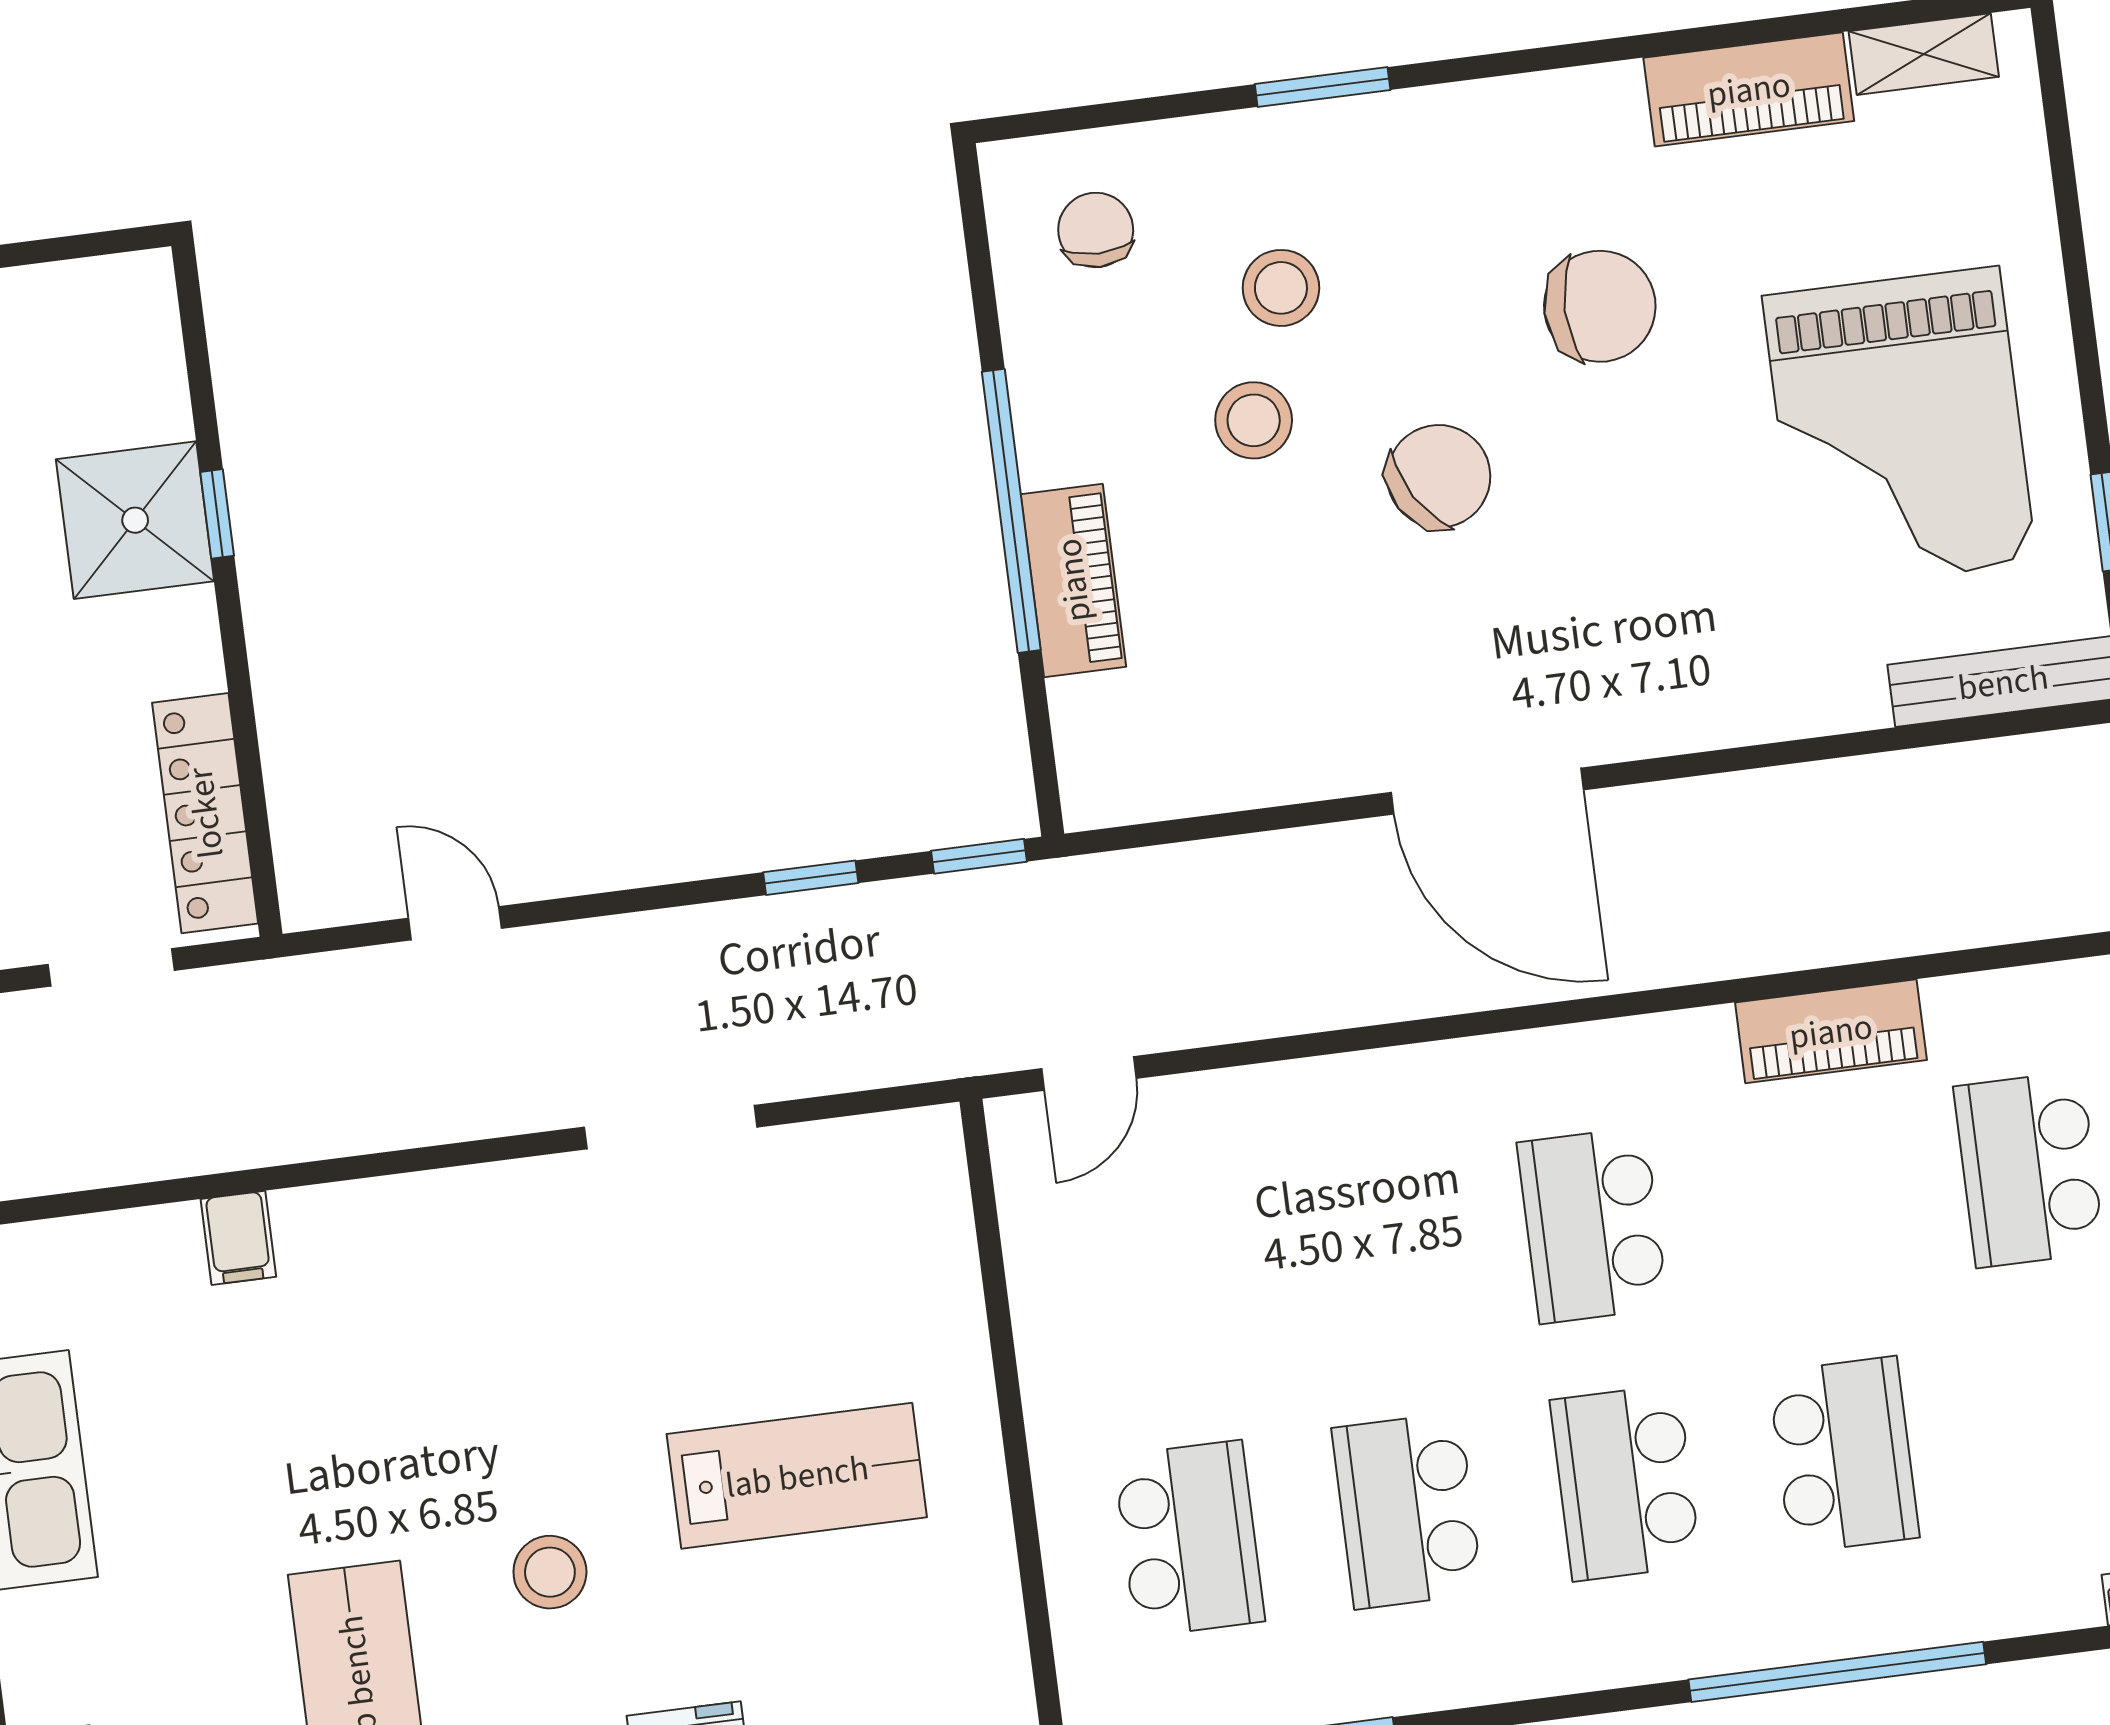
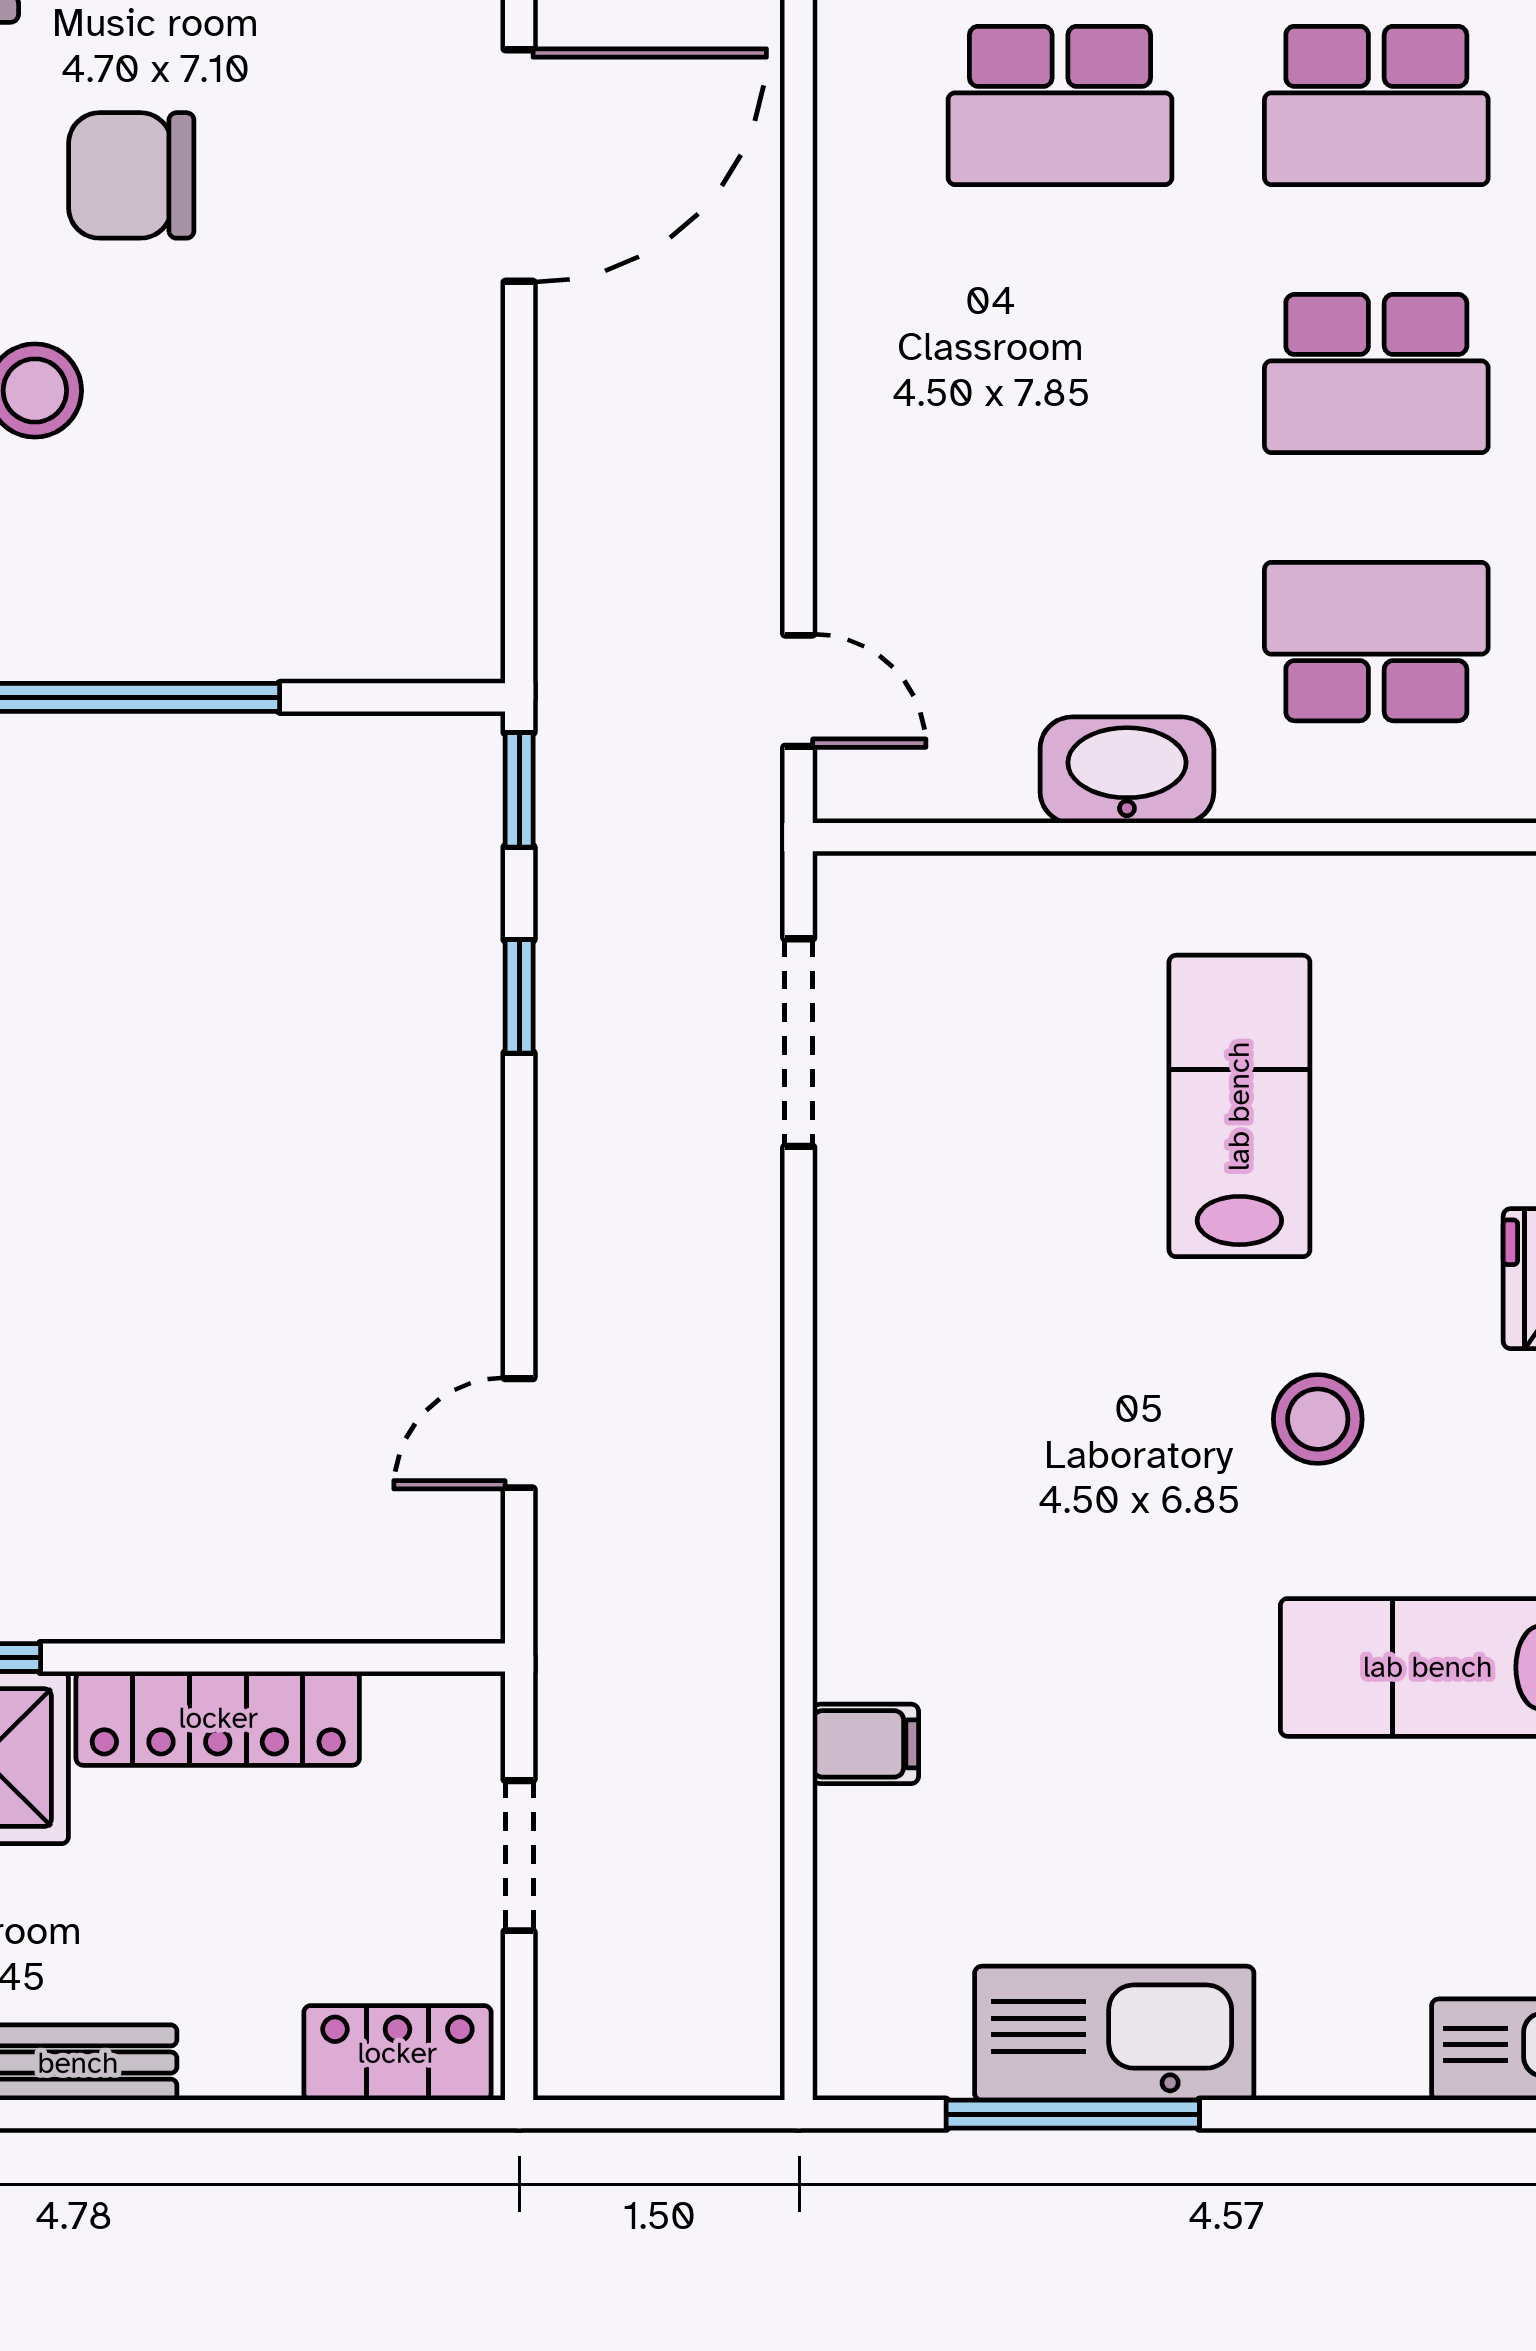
chair: (1439, 476) -> (131, 175), turned -59
piano: (1073, 580) -> (201, 633), removed
locker: (205, 813) -> (218, 1718), moved
doorway: (671, 1127) -> (799, 1043), moved
washbasin: (1058, 1349) -> (1127, 770), added

